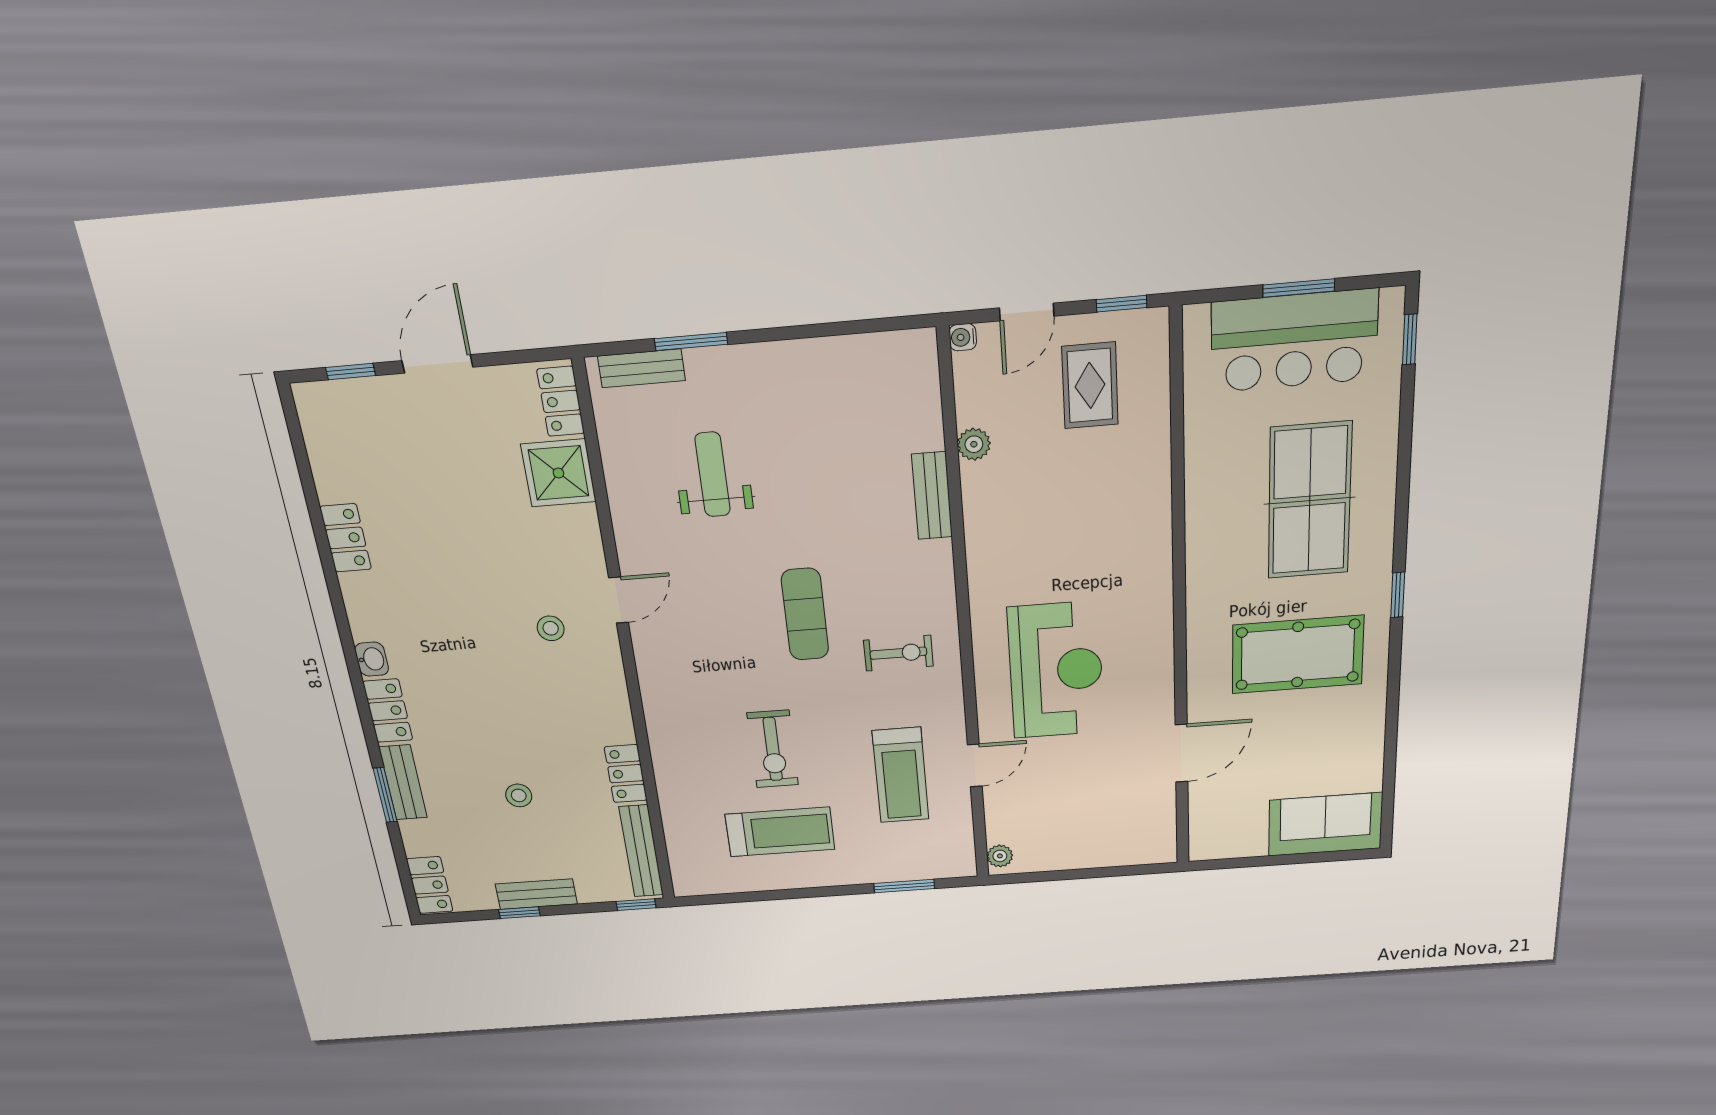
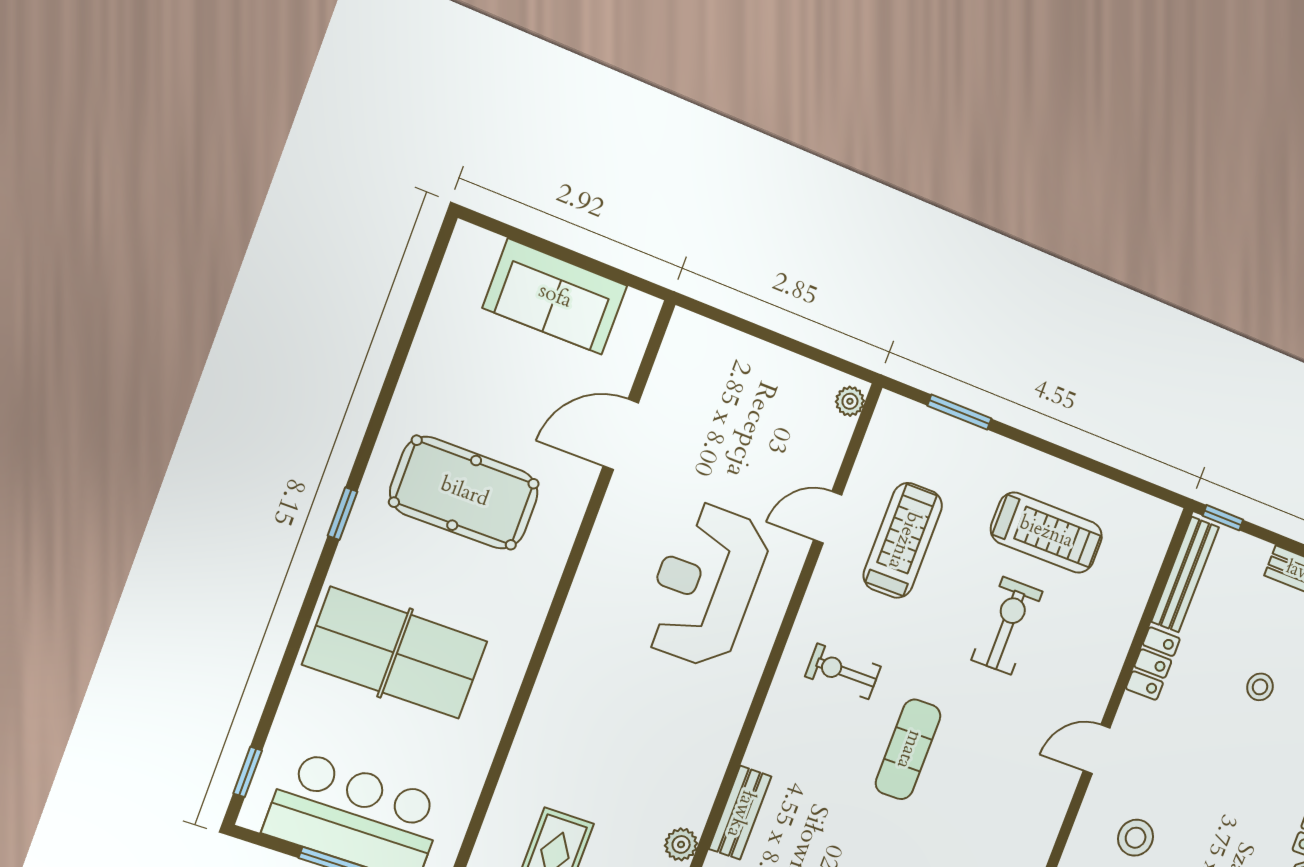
table tennis table: (1310, 501) -> (395, 653), turned 90
door: (619, 600) -> (1097, 749), moved
stool: (551, 628) -> (1136, 838), width x1.37, depth x1.37
sofa: (1325, 824) -> (555, 297), moved
treadmill: (780, 832) -> (1046, 533), turned 180

